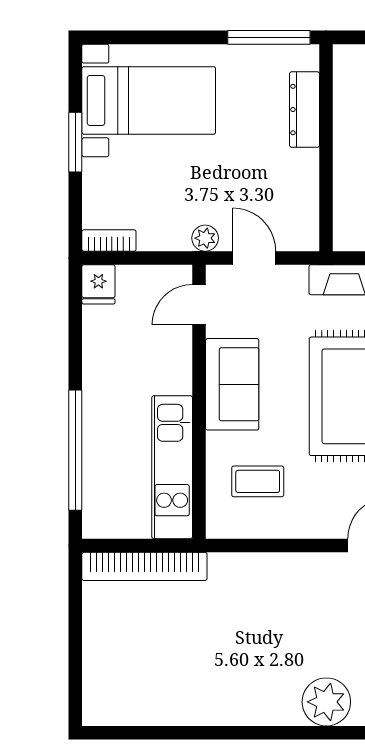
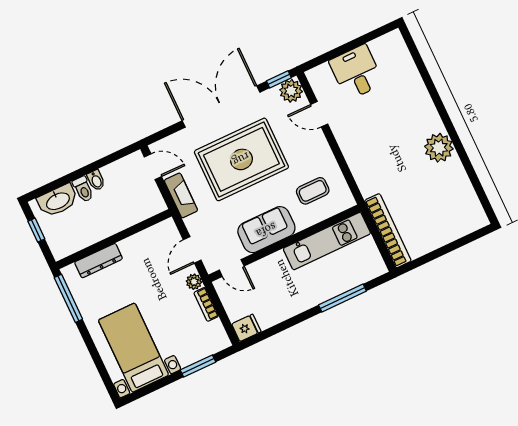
window: (75, 142) -> (198, 366), moved
bookcase: (109, 241) -> (206, 304), moved
window: (75, 450) -> (342, 298), width x0.68
coffee table: (258, 481) -> (313, 191), turned 90
plant: (326, 702) -> (439, 148), moved

